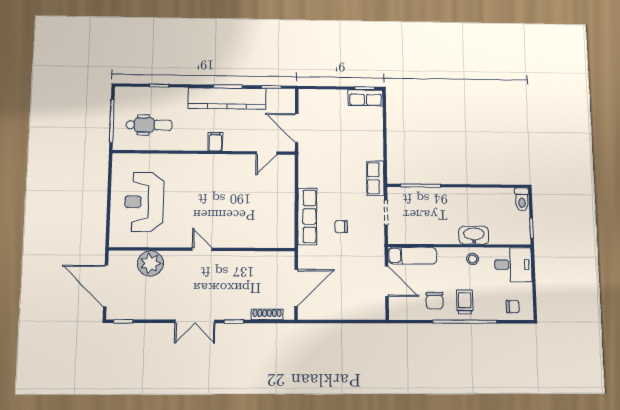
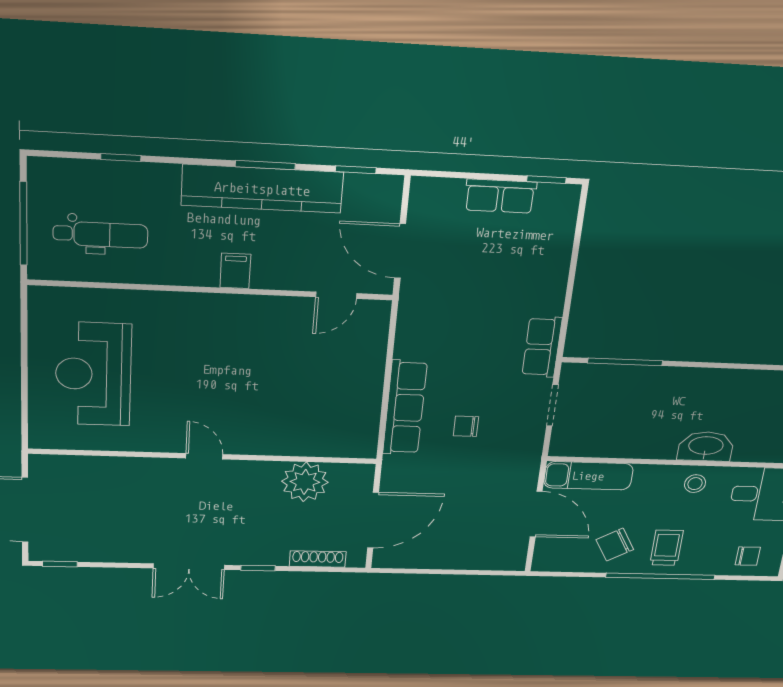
row of seats: (366, 98) -> (500, 196), moved
plant: (150, 263) -> (305, 482), moved
chair: (435, 301) -> (615, 545), turned 60

